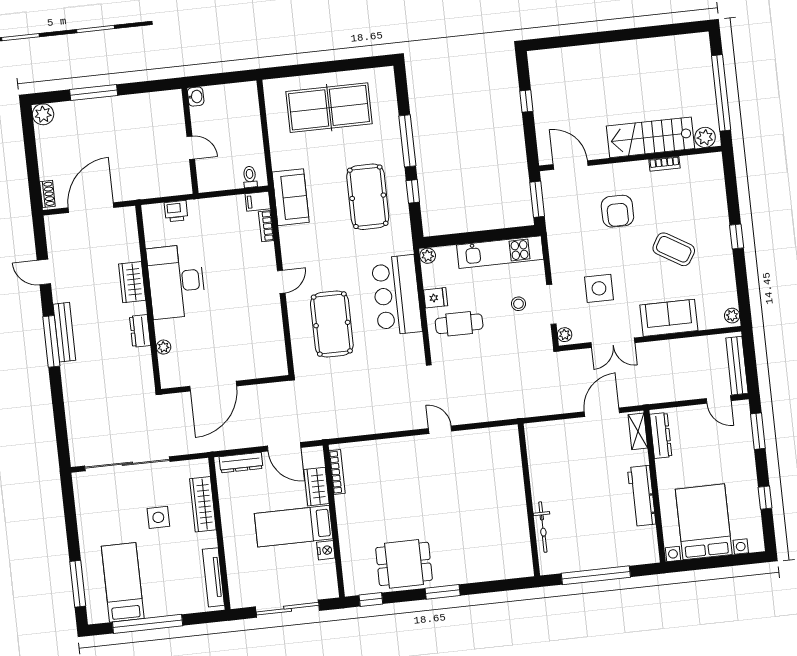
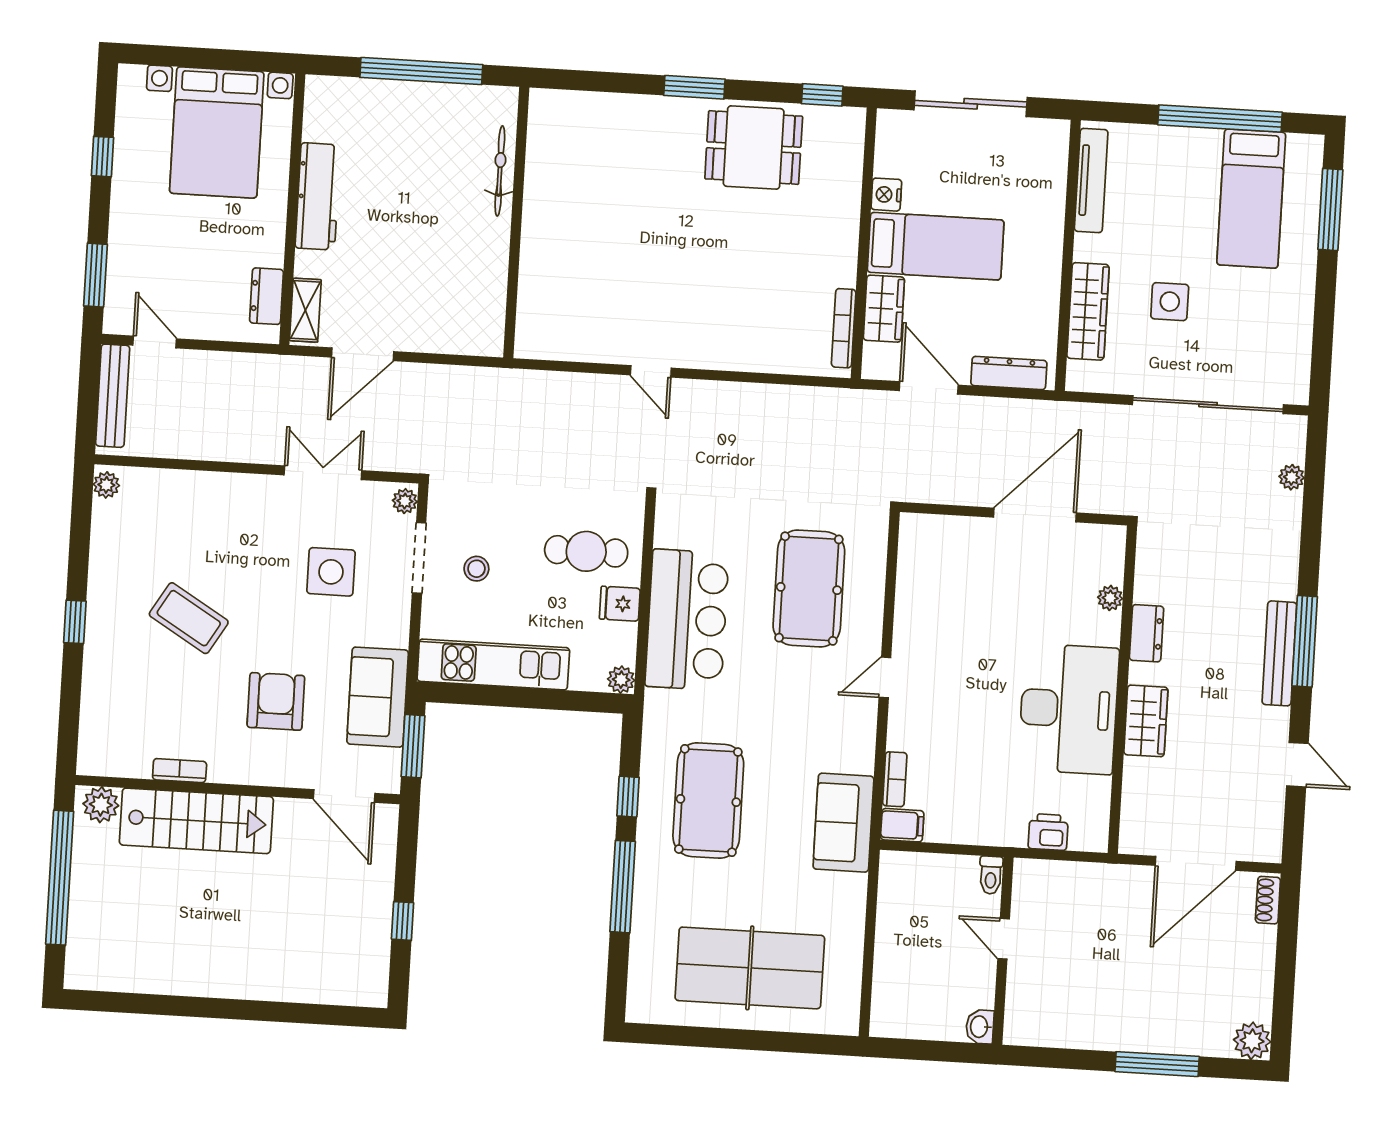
toilet: (250, 177) -> (991, 875), moved
sofa: (669, 318) -> (378, 697), moved, turned 90
plant: (74, 431) -> (1292, 477), added
dresser: (661, 435) -> (266, 296), width x0.70

